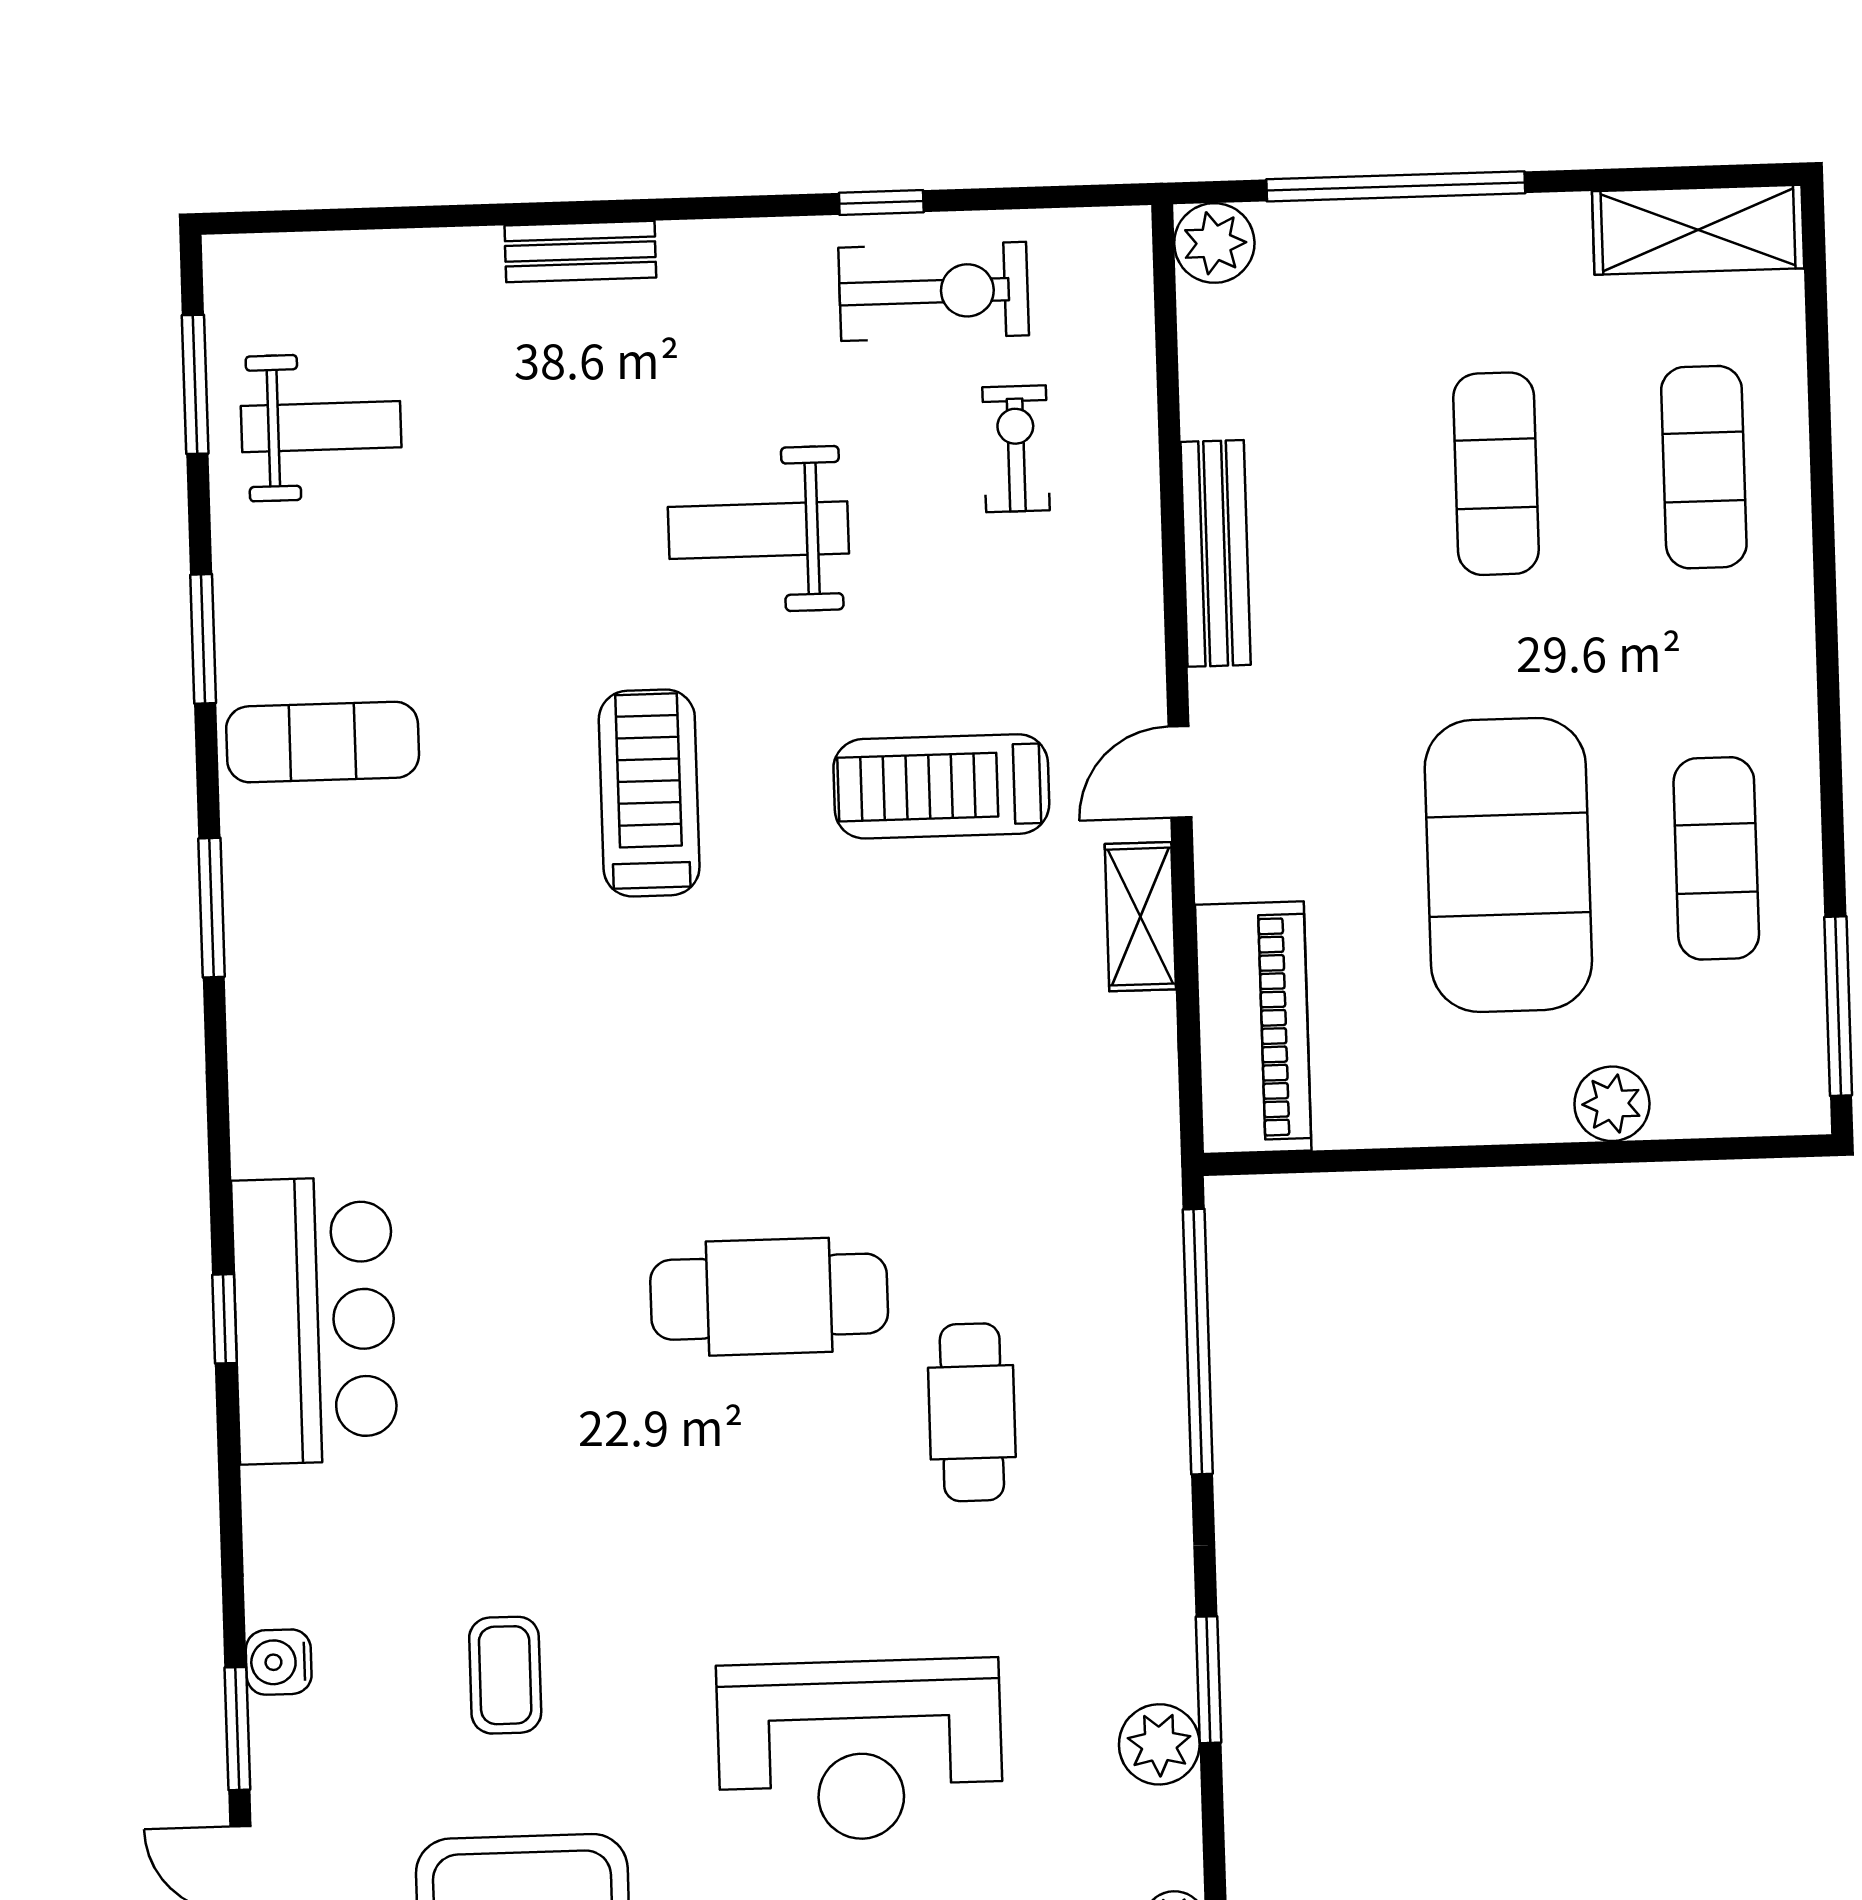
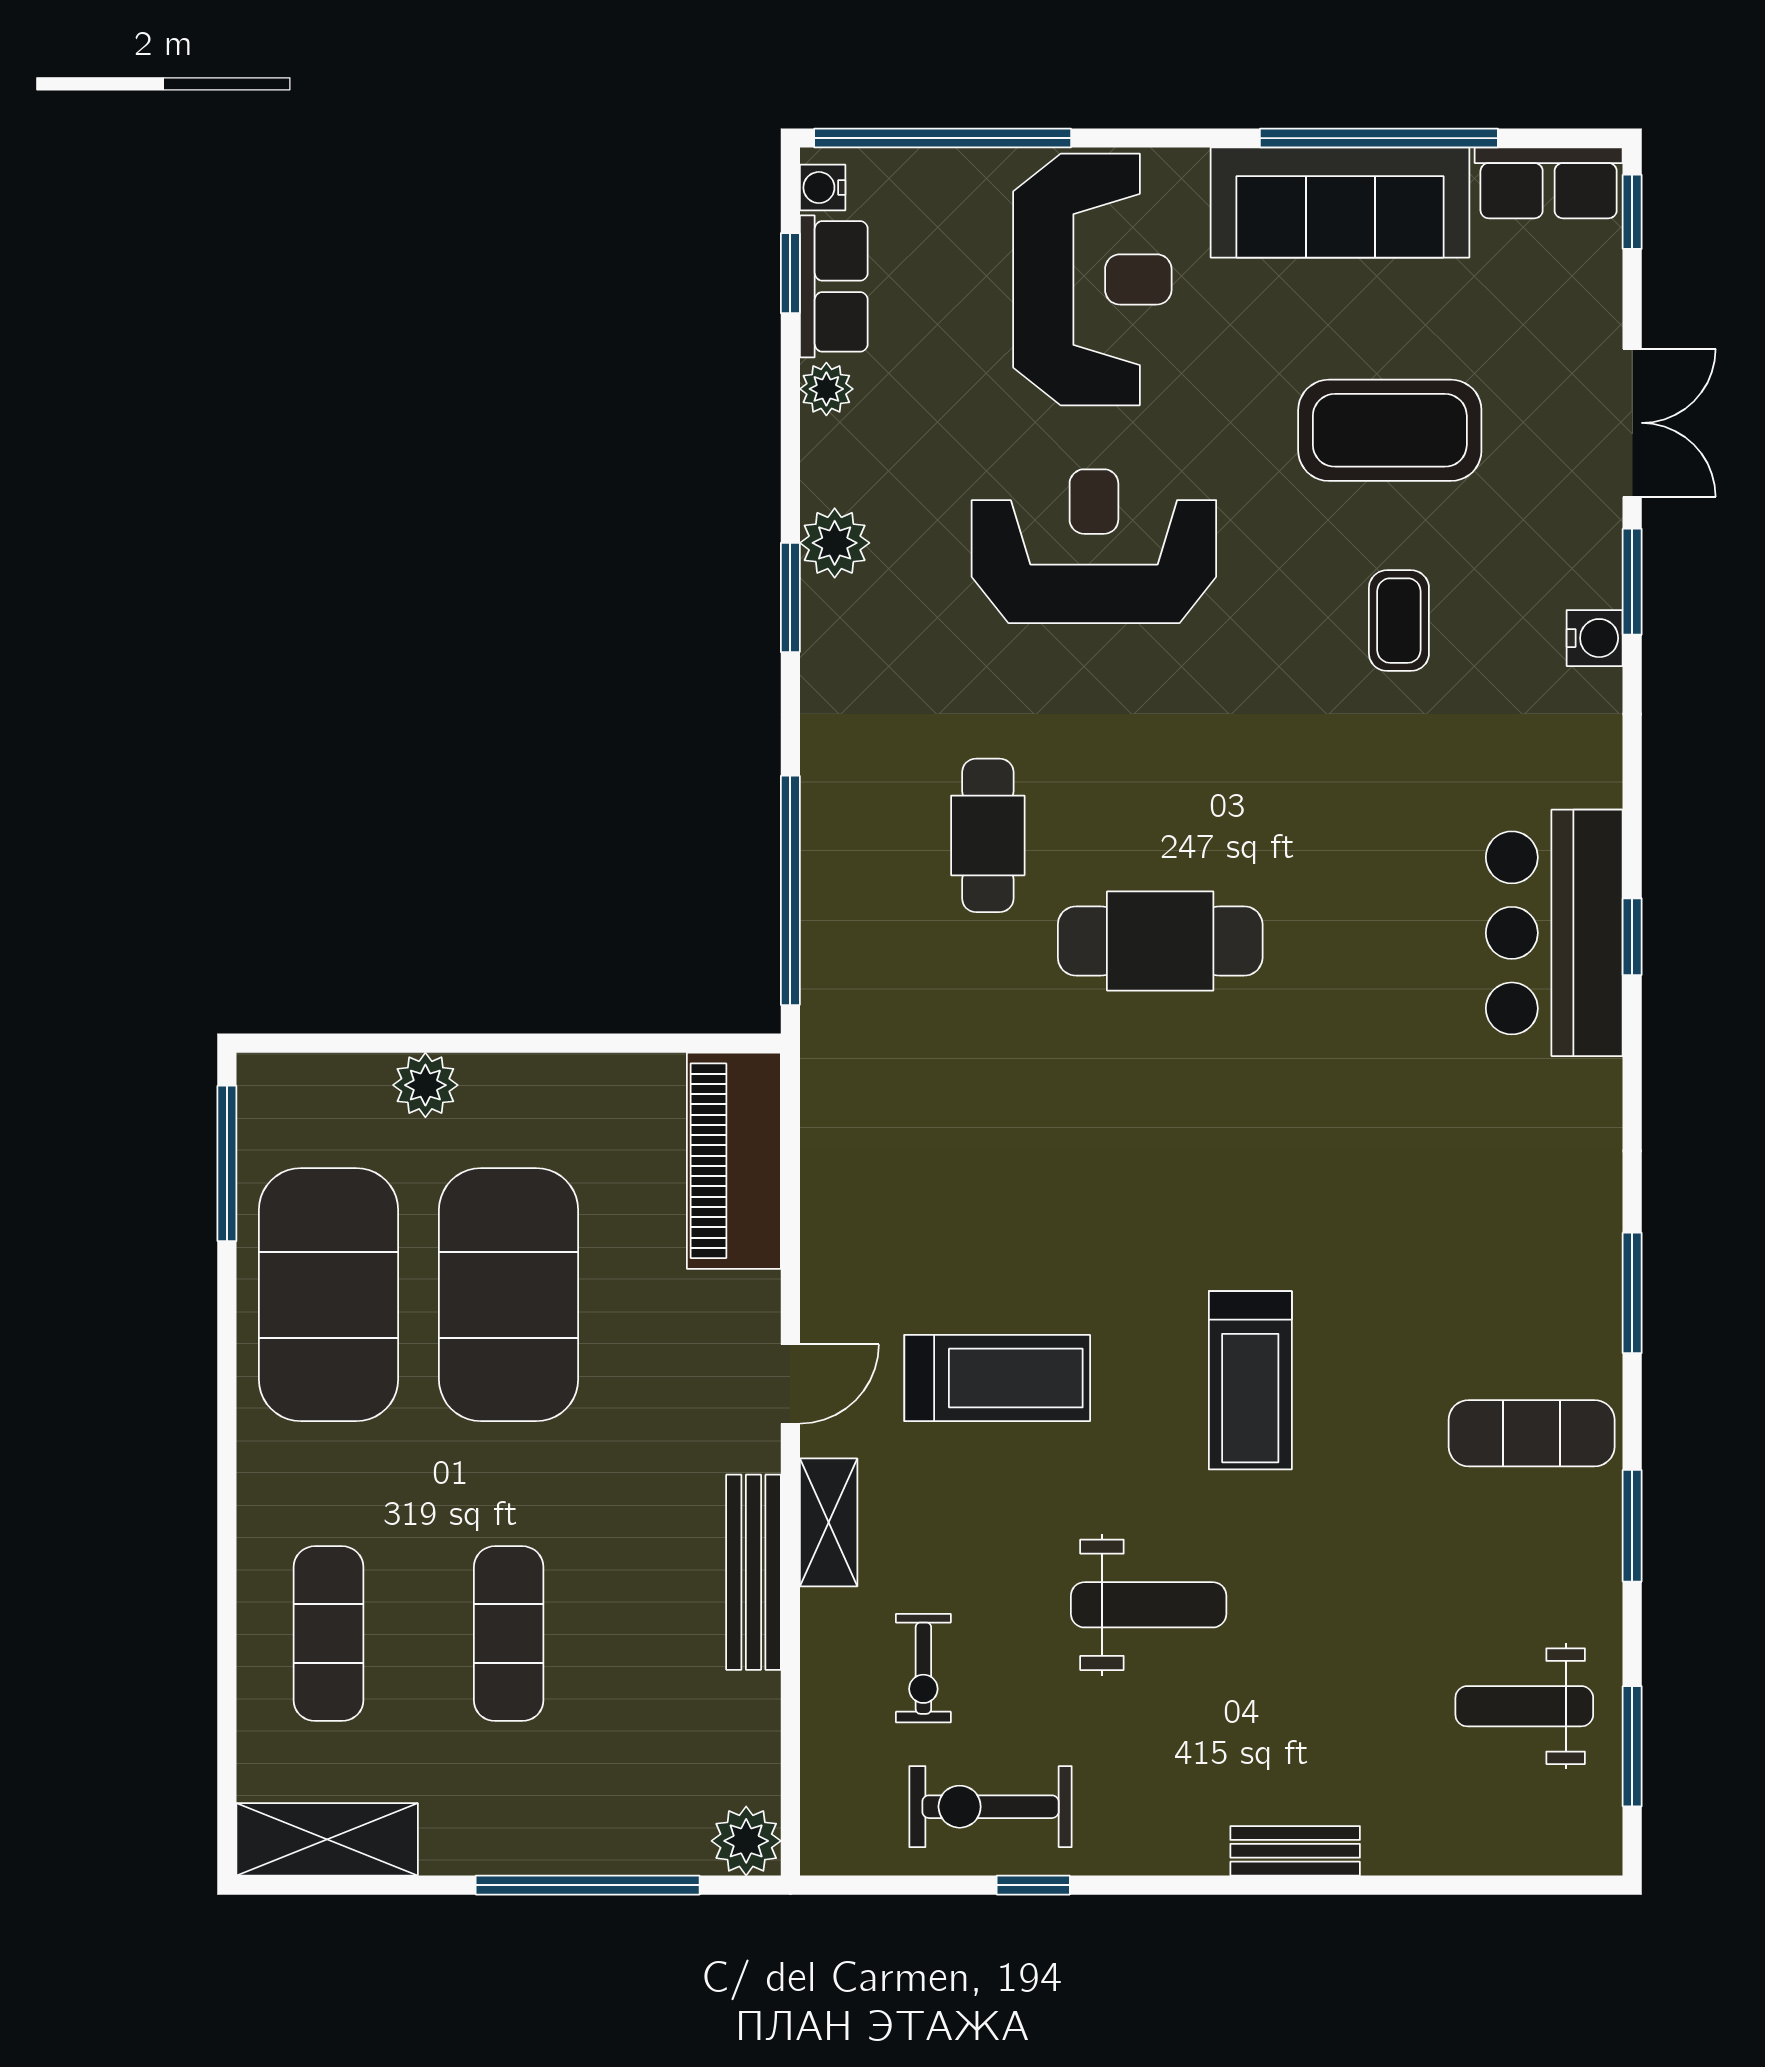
exercise mat: (1716, 858) -> (328, 1295), width x2.00, depth x1.45
shelving: (1140, 917) -> (829, 1522), moved

